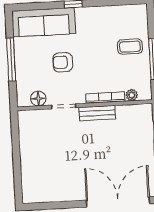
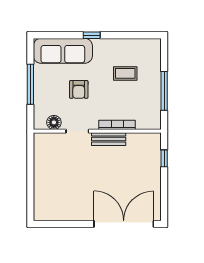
coffee table: (130, 47) -> (125, 73), moved
armchair: (63, 62) -> (79, 89), turned -90
plant: (132, 95) -> (142, 124), removed

